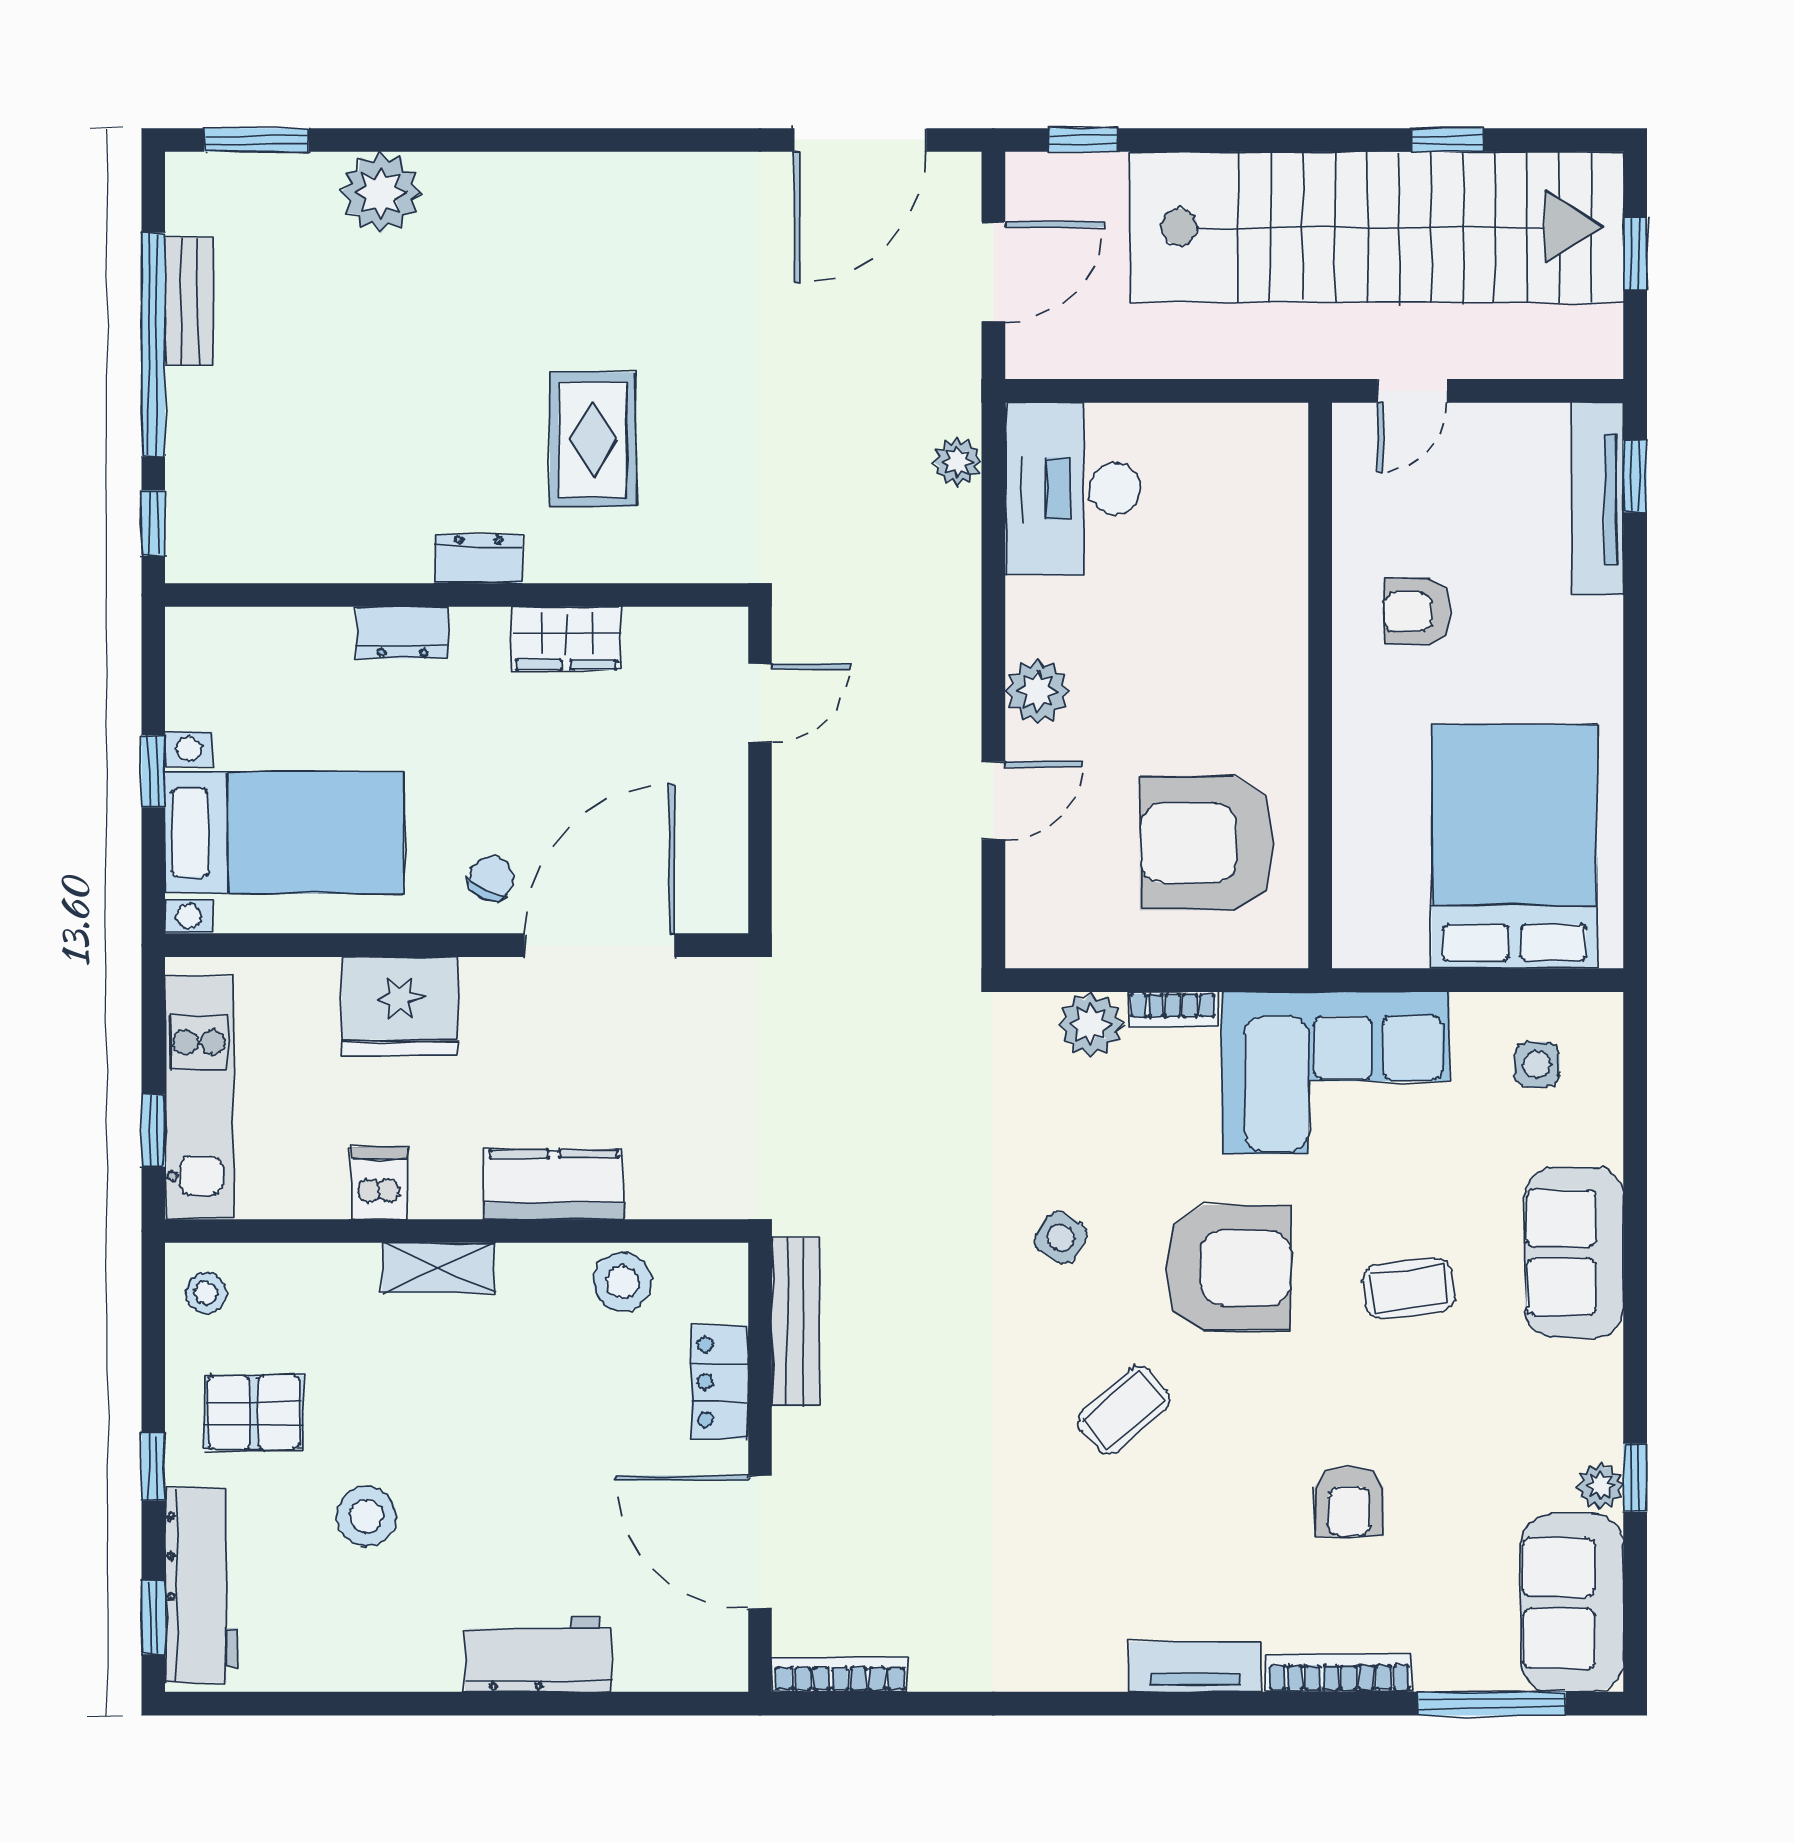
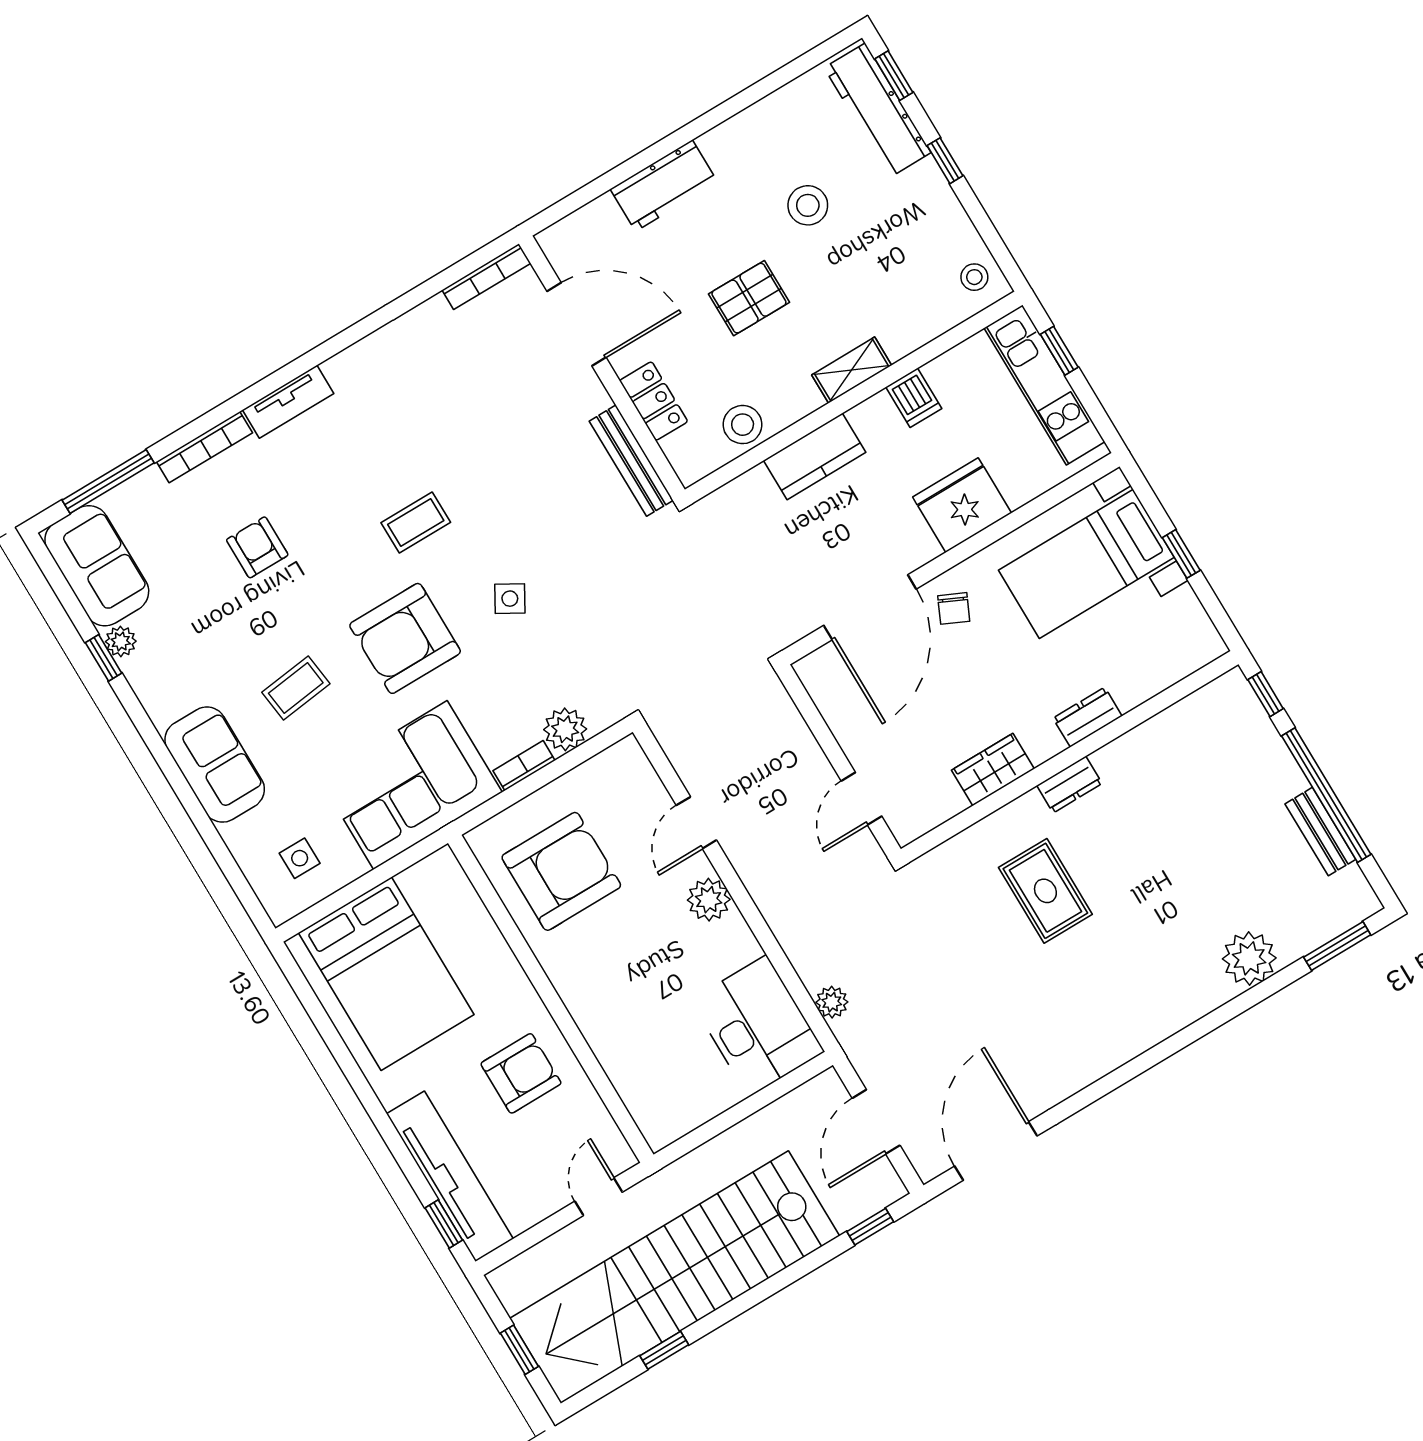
tv unit: (1597, 499) -> (450, 1176), width x1.36, depth x1.29
armchair: (1417, 612) -> (521, 1073), width x1.38, depth x1.38
coffee table: (1124, 1410) -> (416, 523), turned 41
pallet: (254, 1412) -> (749, 298), moved

